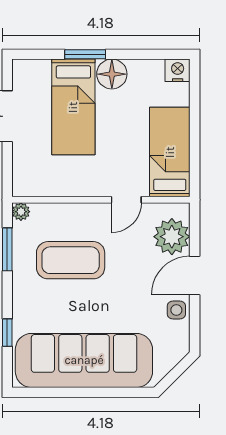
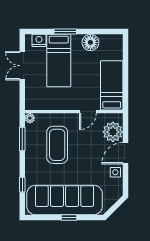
nightstand: (178, 70) -> (39, 40), moved
floor lamp: (112, 74) -> (90, 42), moved
coffee table: (71, 260) -> (57, 145), turned 90
window: (92, 392) -> (69, 218), added

